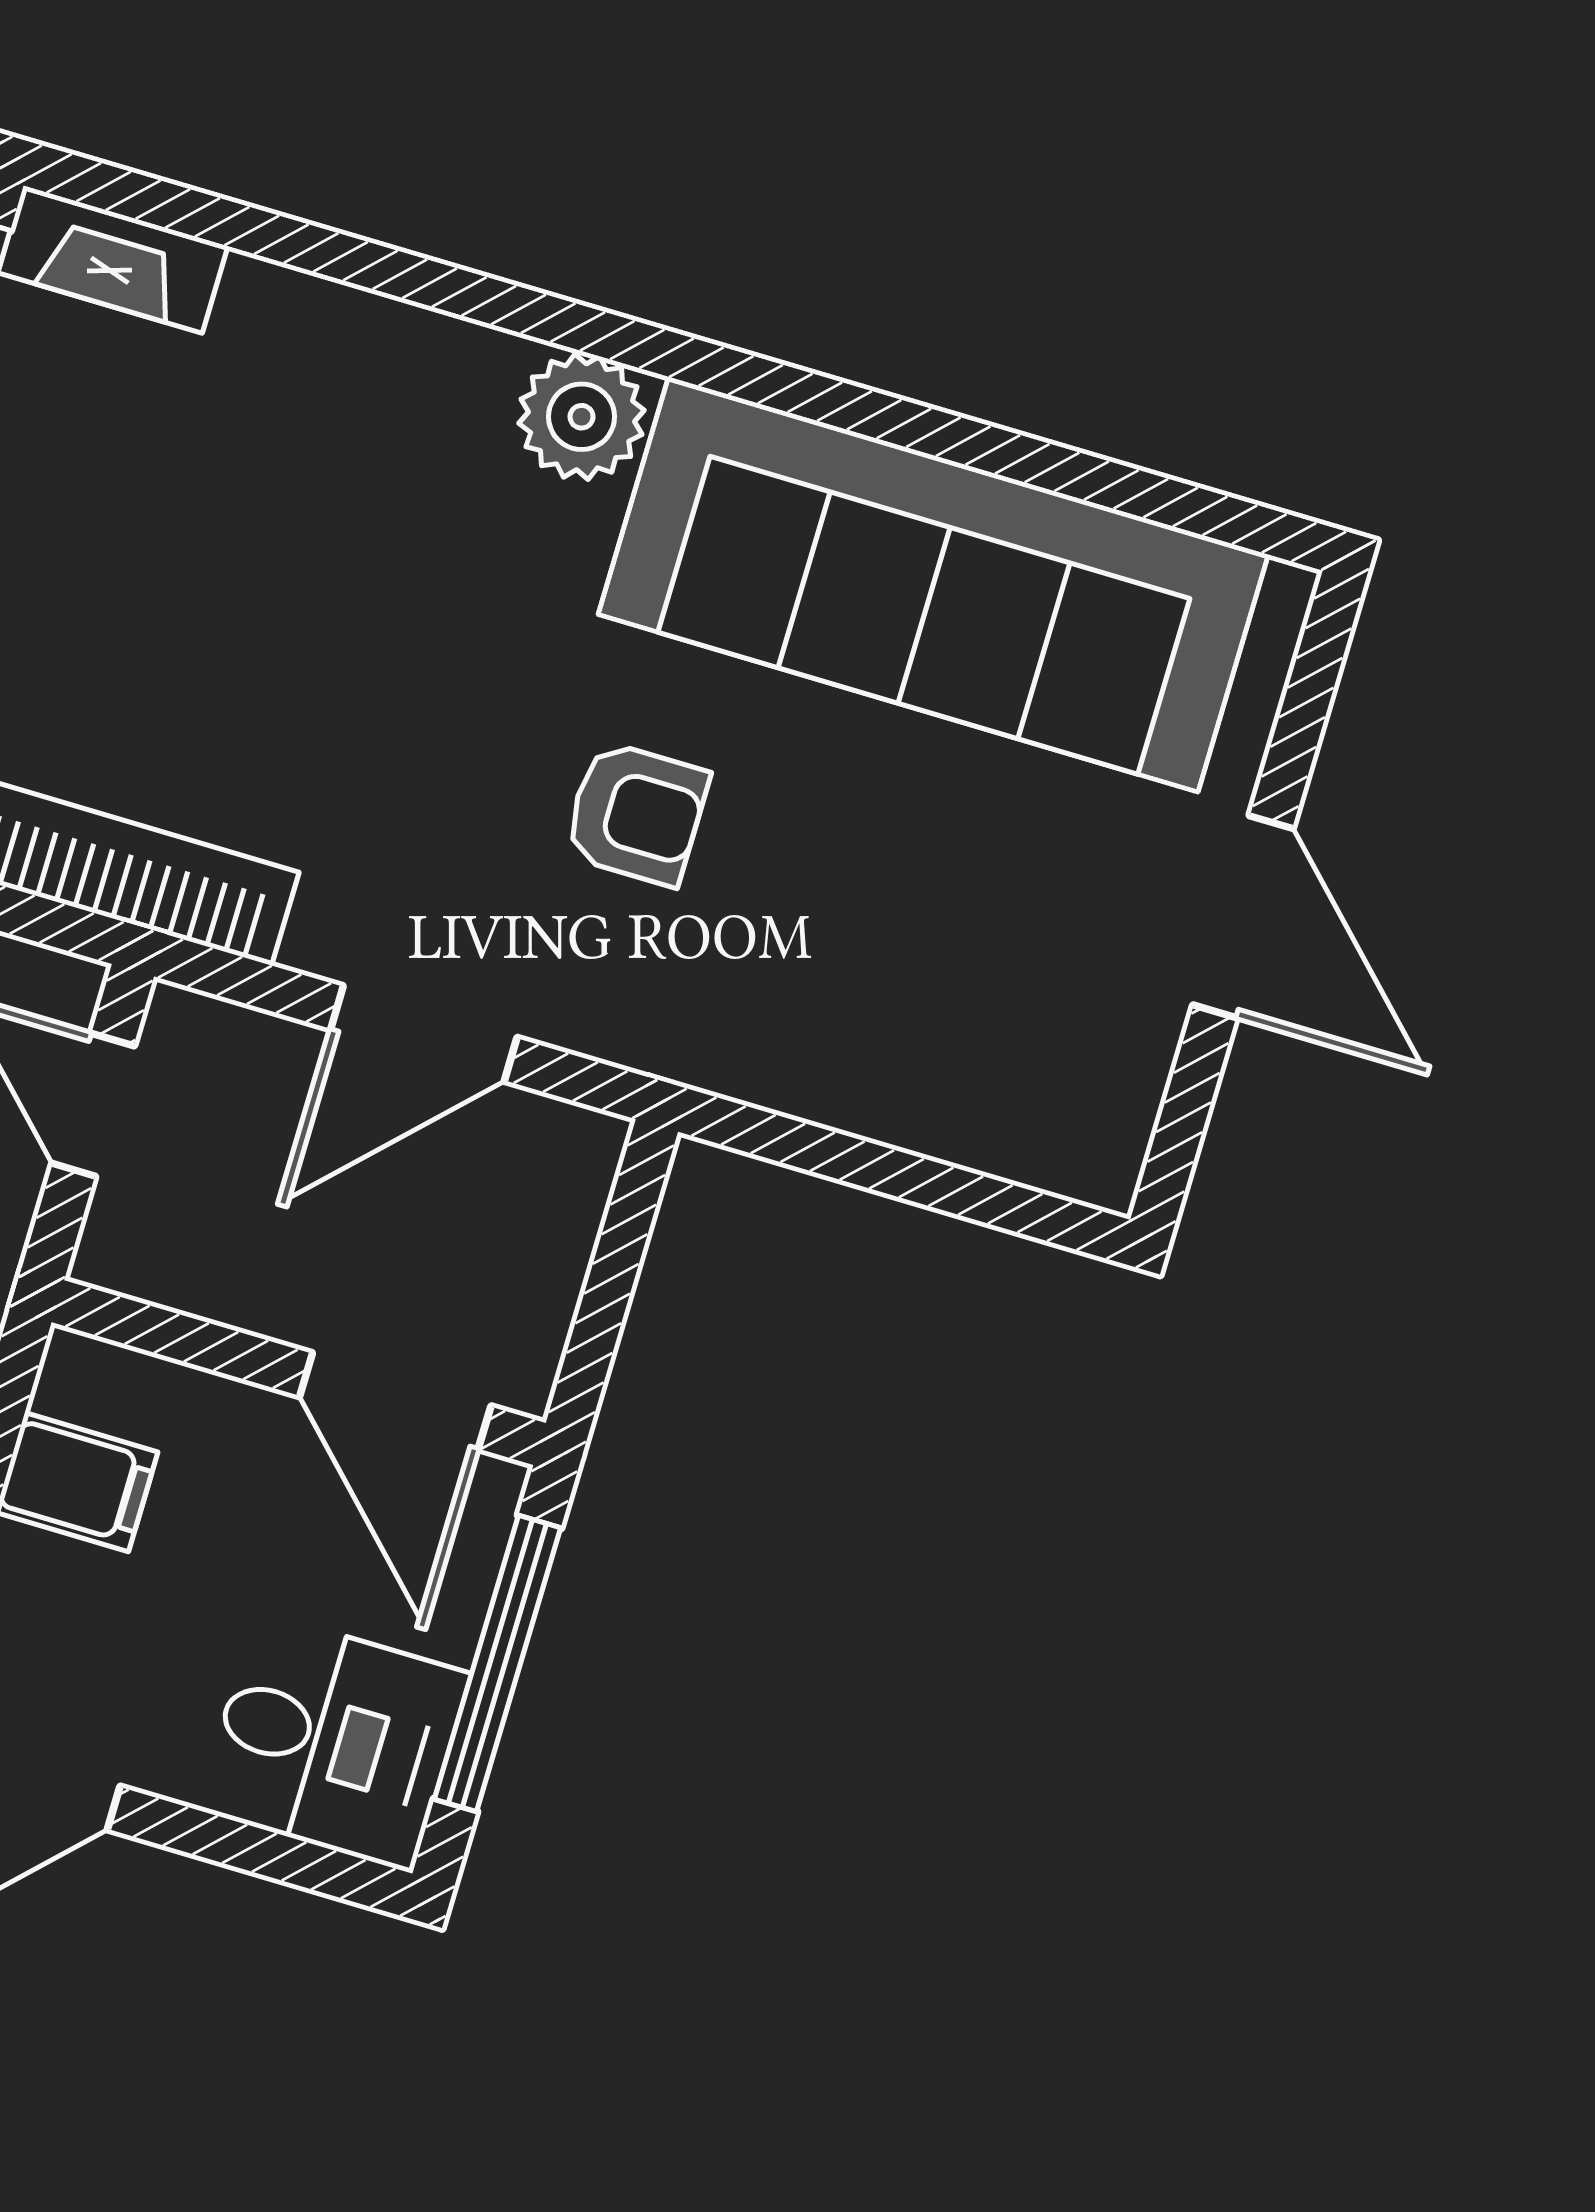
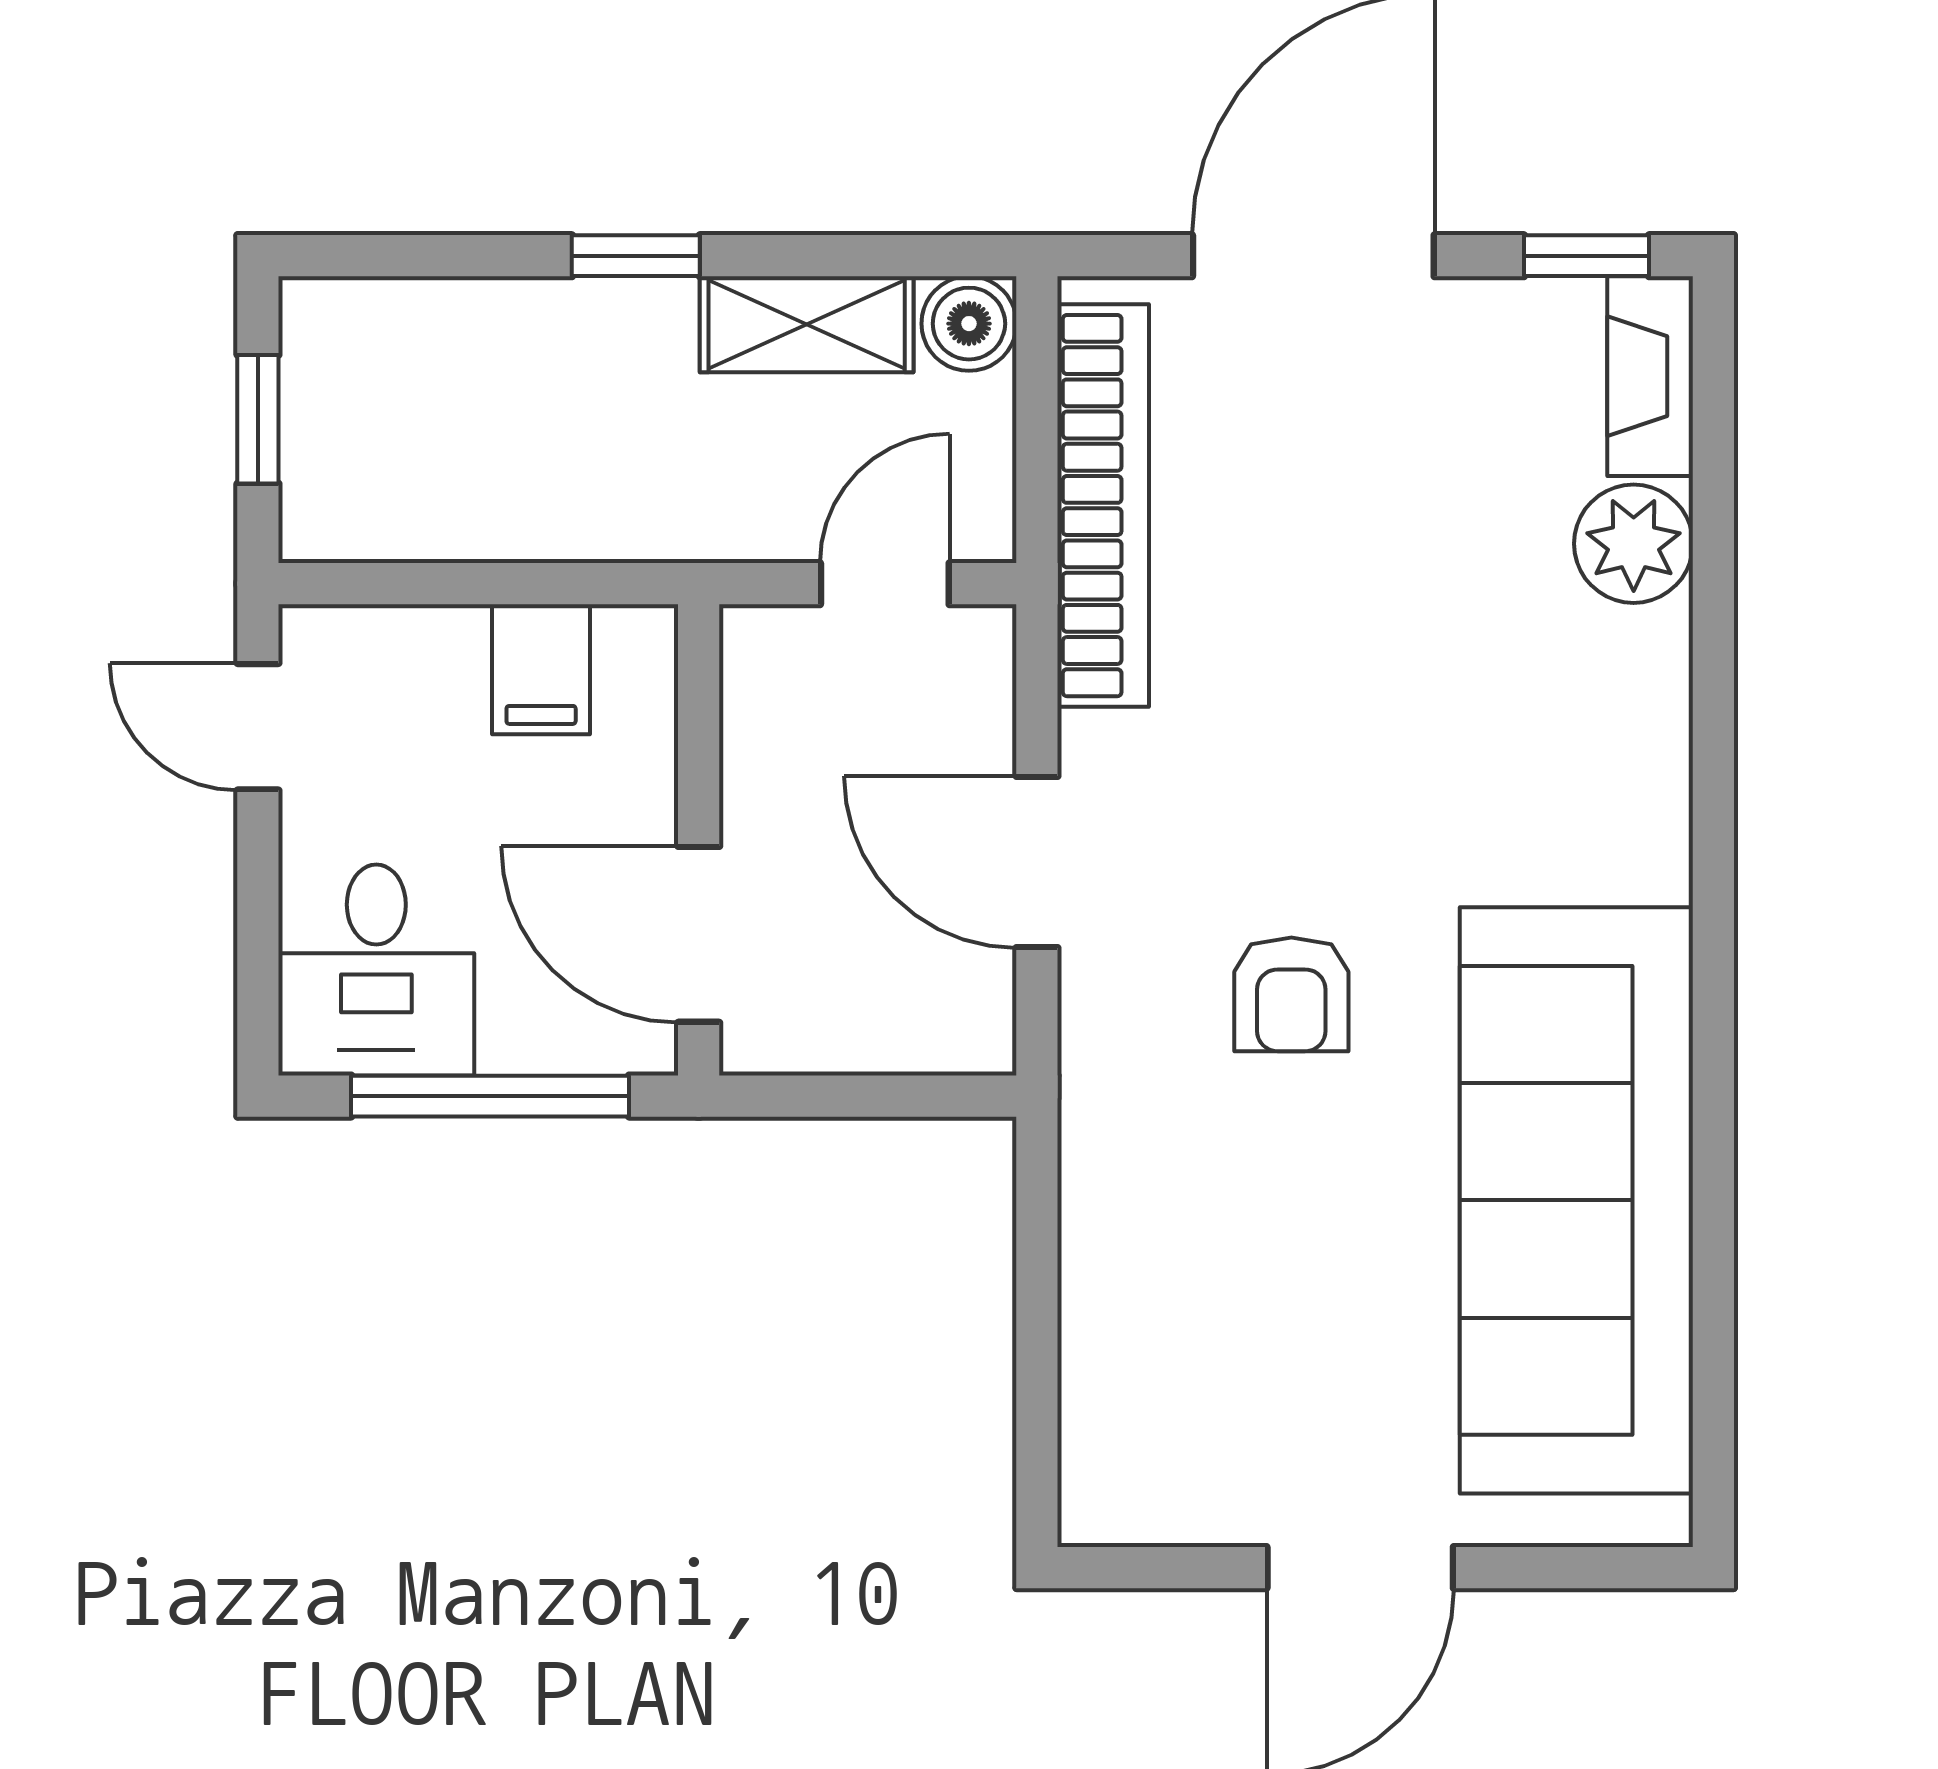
plant: (582, 417) -> (1634, 544), moved
door: (395, 1401) -> (699, 934), hinge flipped

